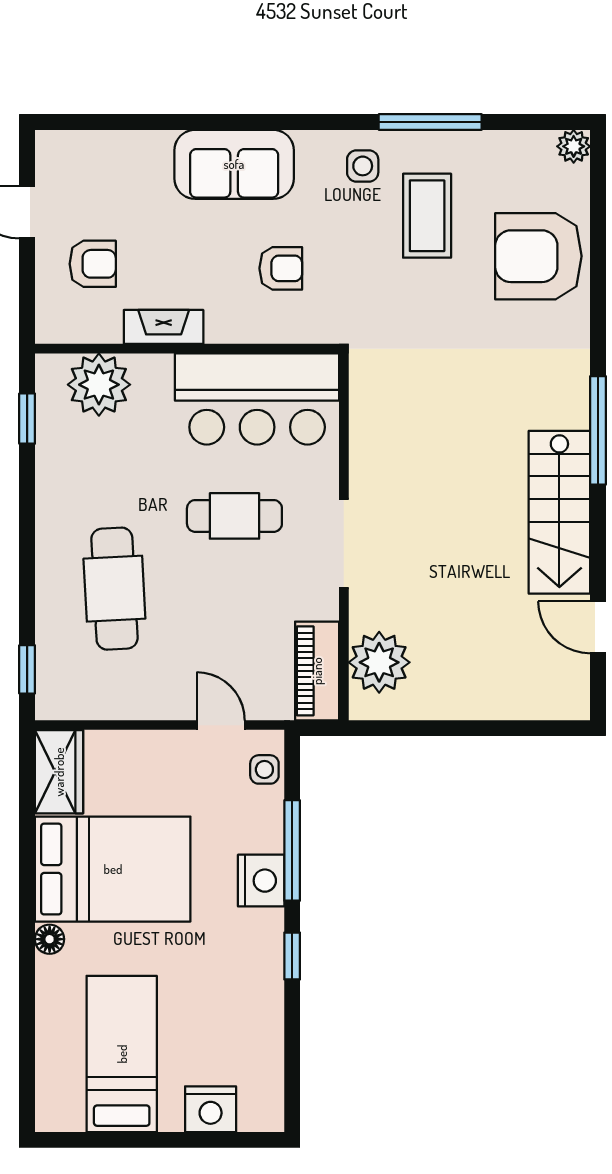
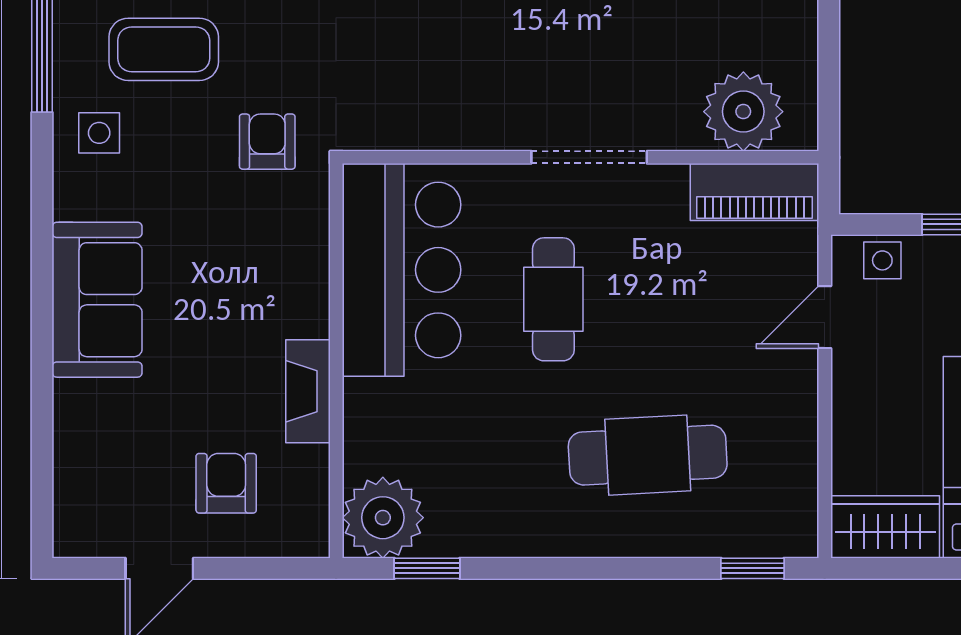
armchair: (281, 268) -> (267, 142), moved
plant: (99, 385) -> (383, 518), moved

